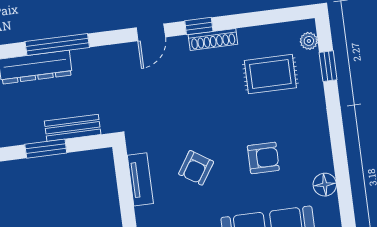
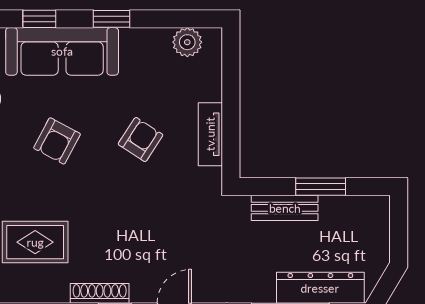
armchair: (263, 158) -> (57, 141), turned -62

